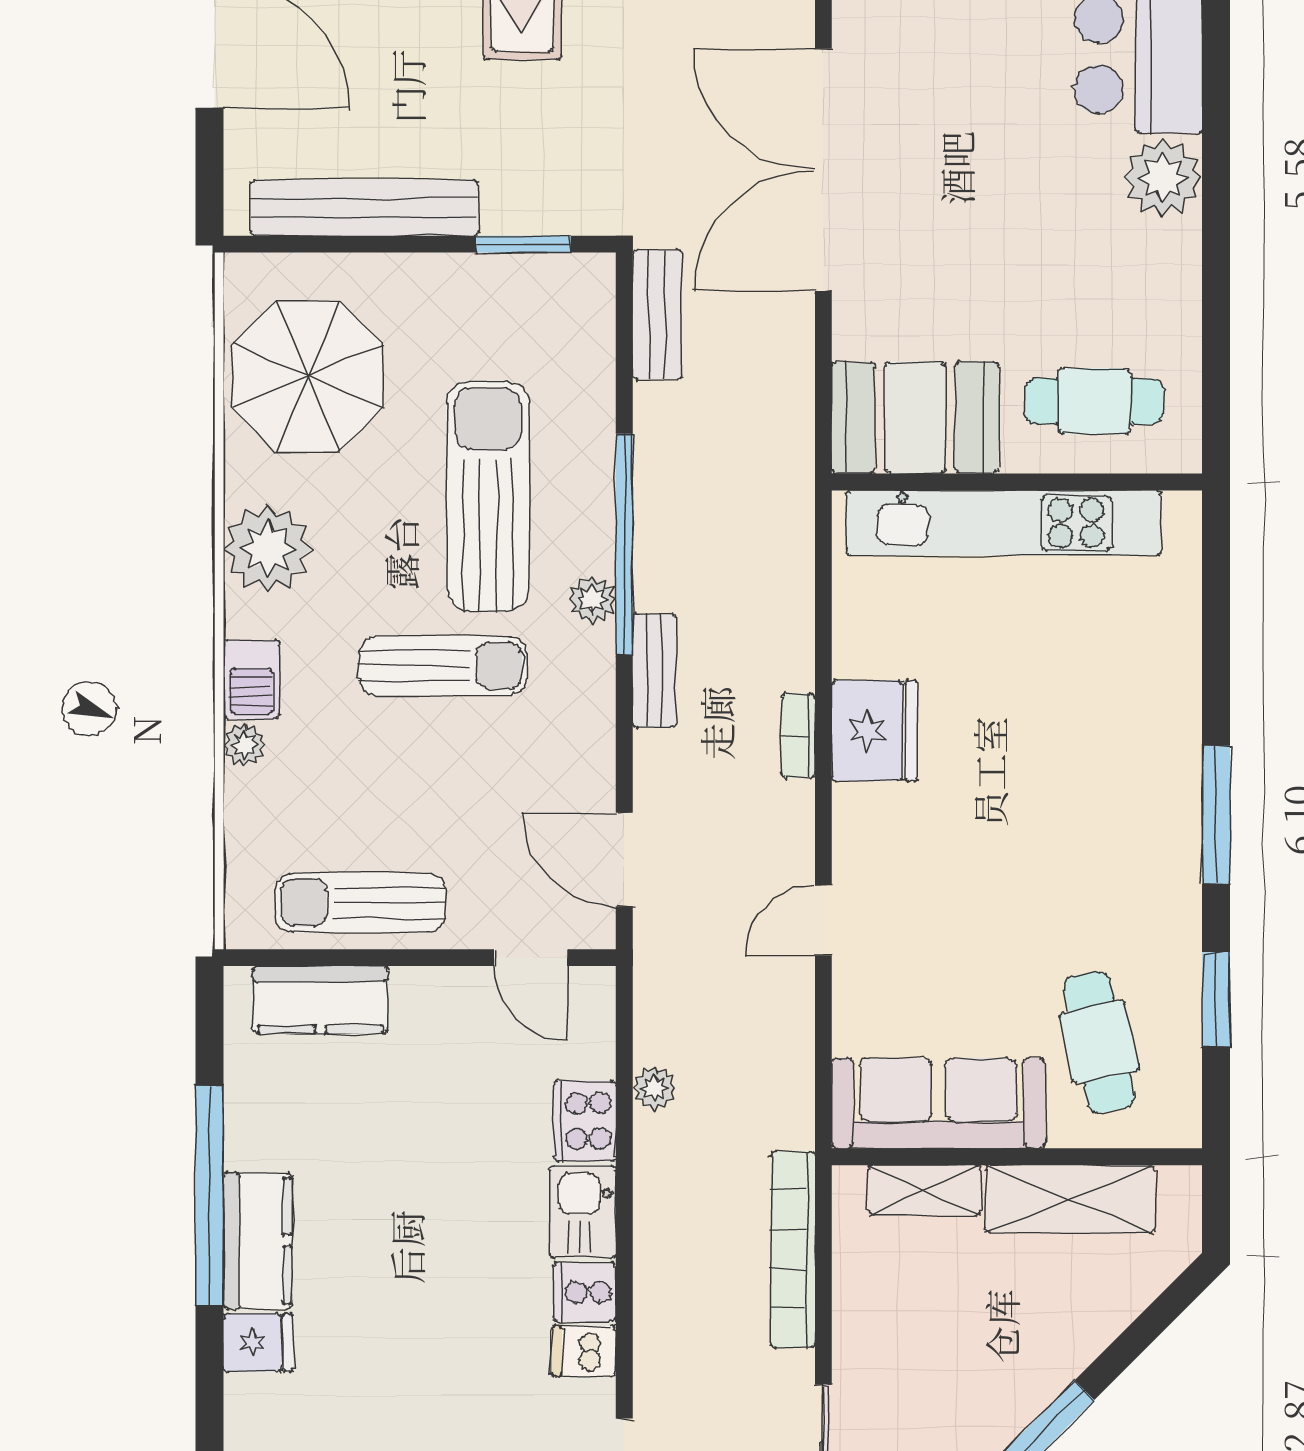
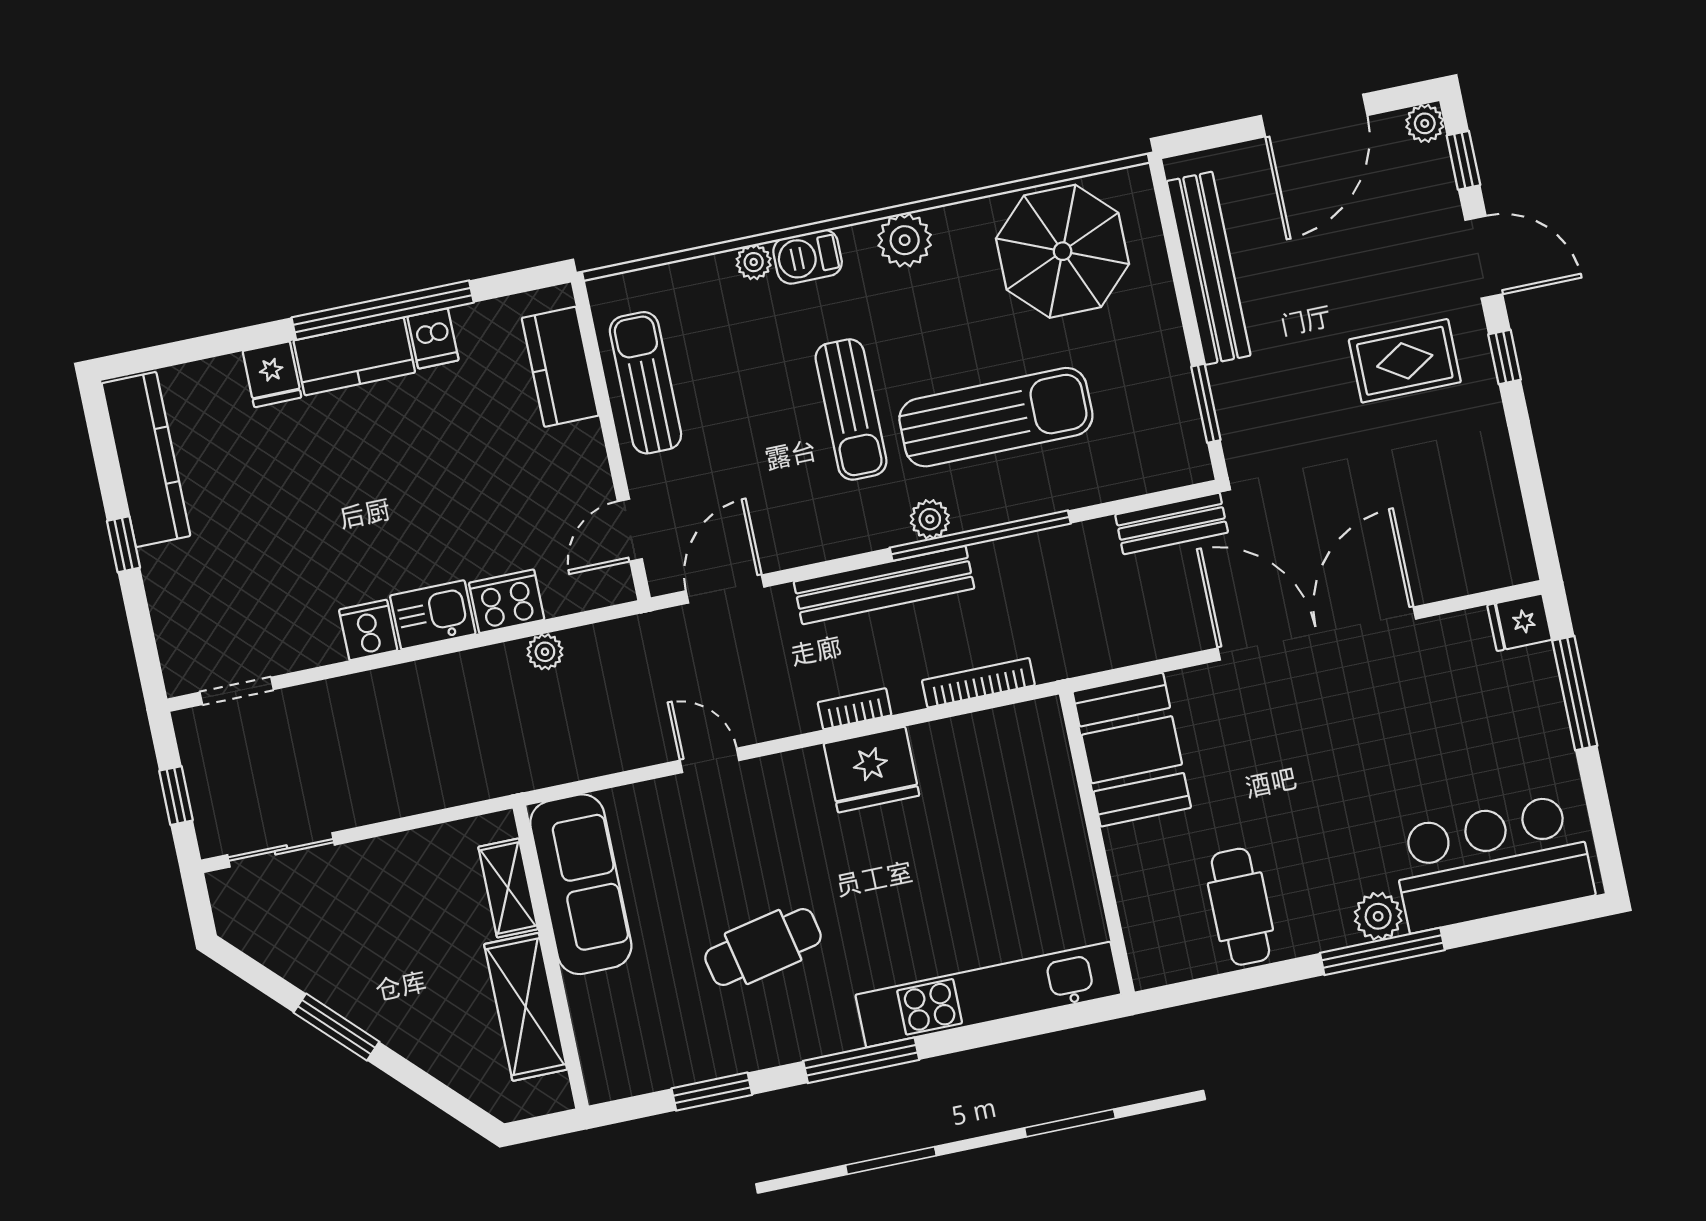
window: (1216, 171) -> (1382, 951), added
plant: (1163, 178) -> (1378, 916), width x0.73, depth x0.73
cafe table: (1094, 401) -> (1240, 907), moved
kitchen unit: (1004, 523) -> (988, 995), moved, turned 90
plant: (268, 549) -> (905, 240), width x0.73, depth x0.73
bench: (654, 670) -> (884, 585), width x1.86, depth x1.21
cafe table: (1099, 1042) -> (763, 947), moved
bookcase: (793, 1249) -> (978, 683), moved, width x0.68, depth x0.76
dishwasher: (584, 1351) -> (433, 338), moved, turned 180

